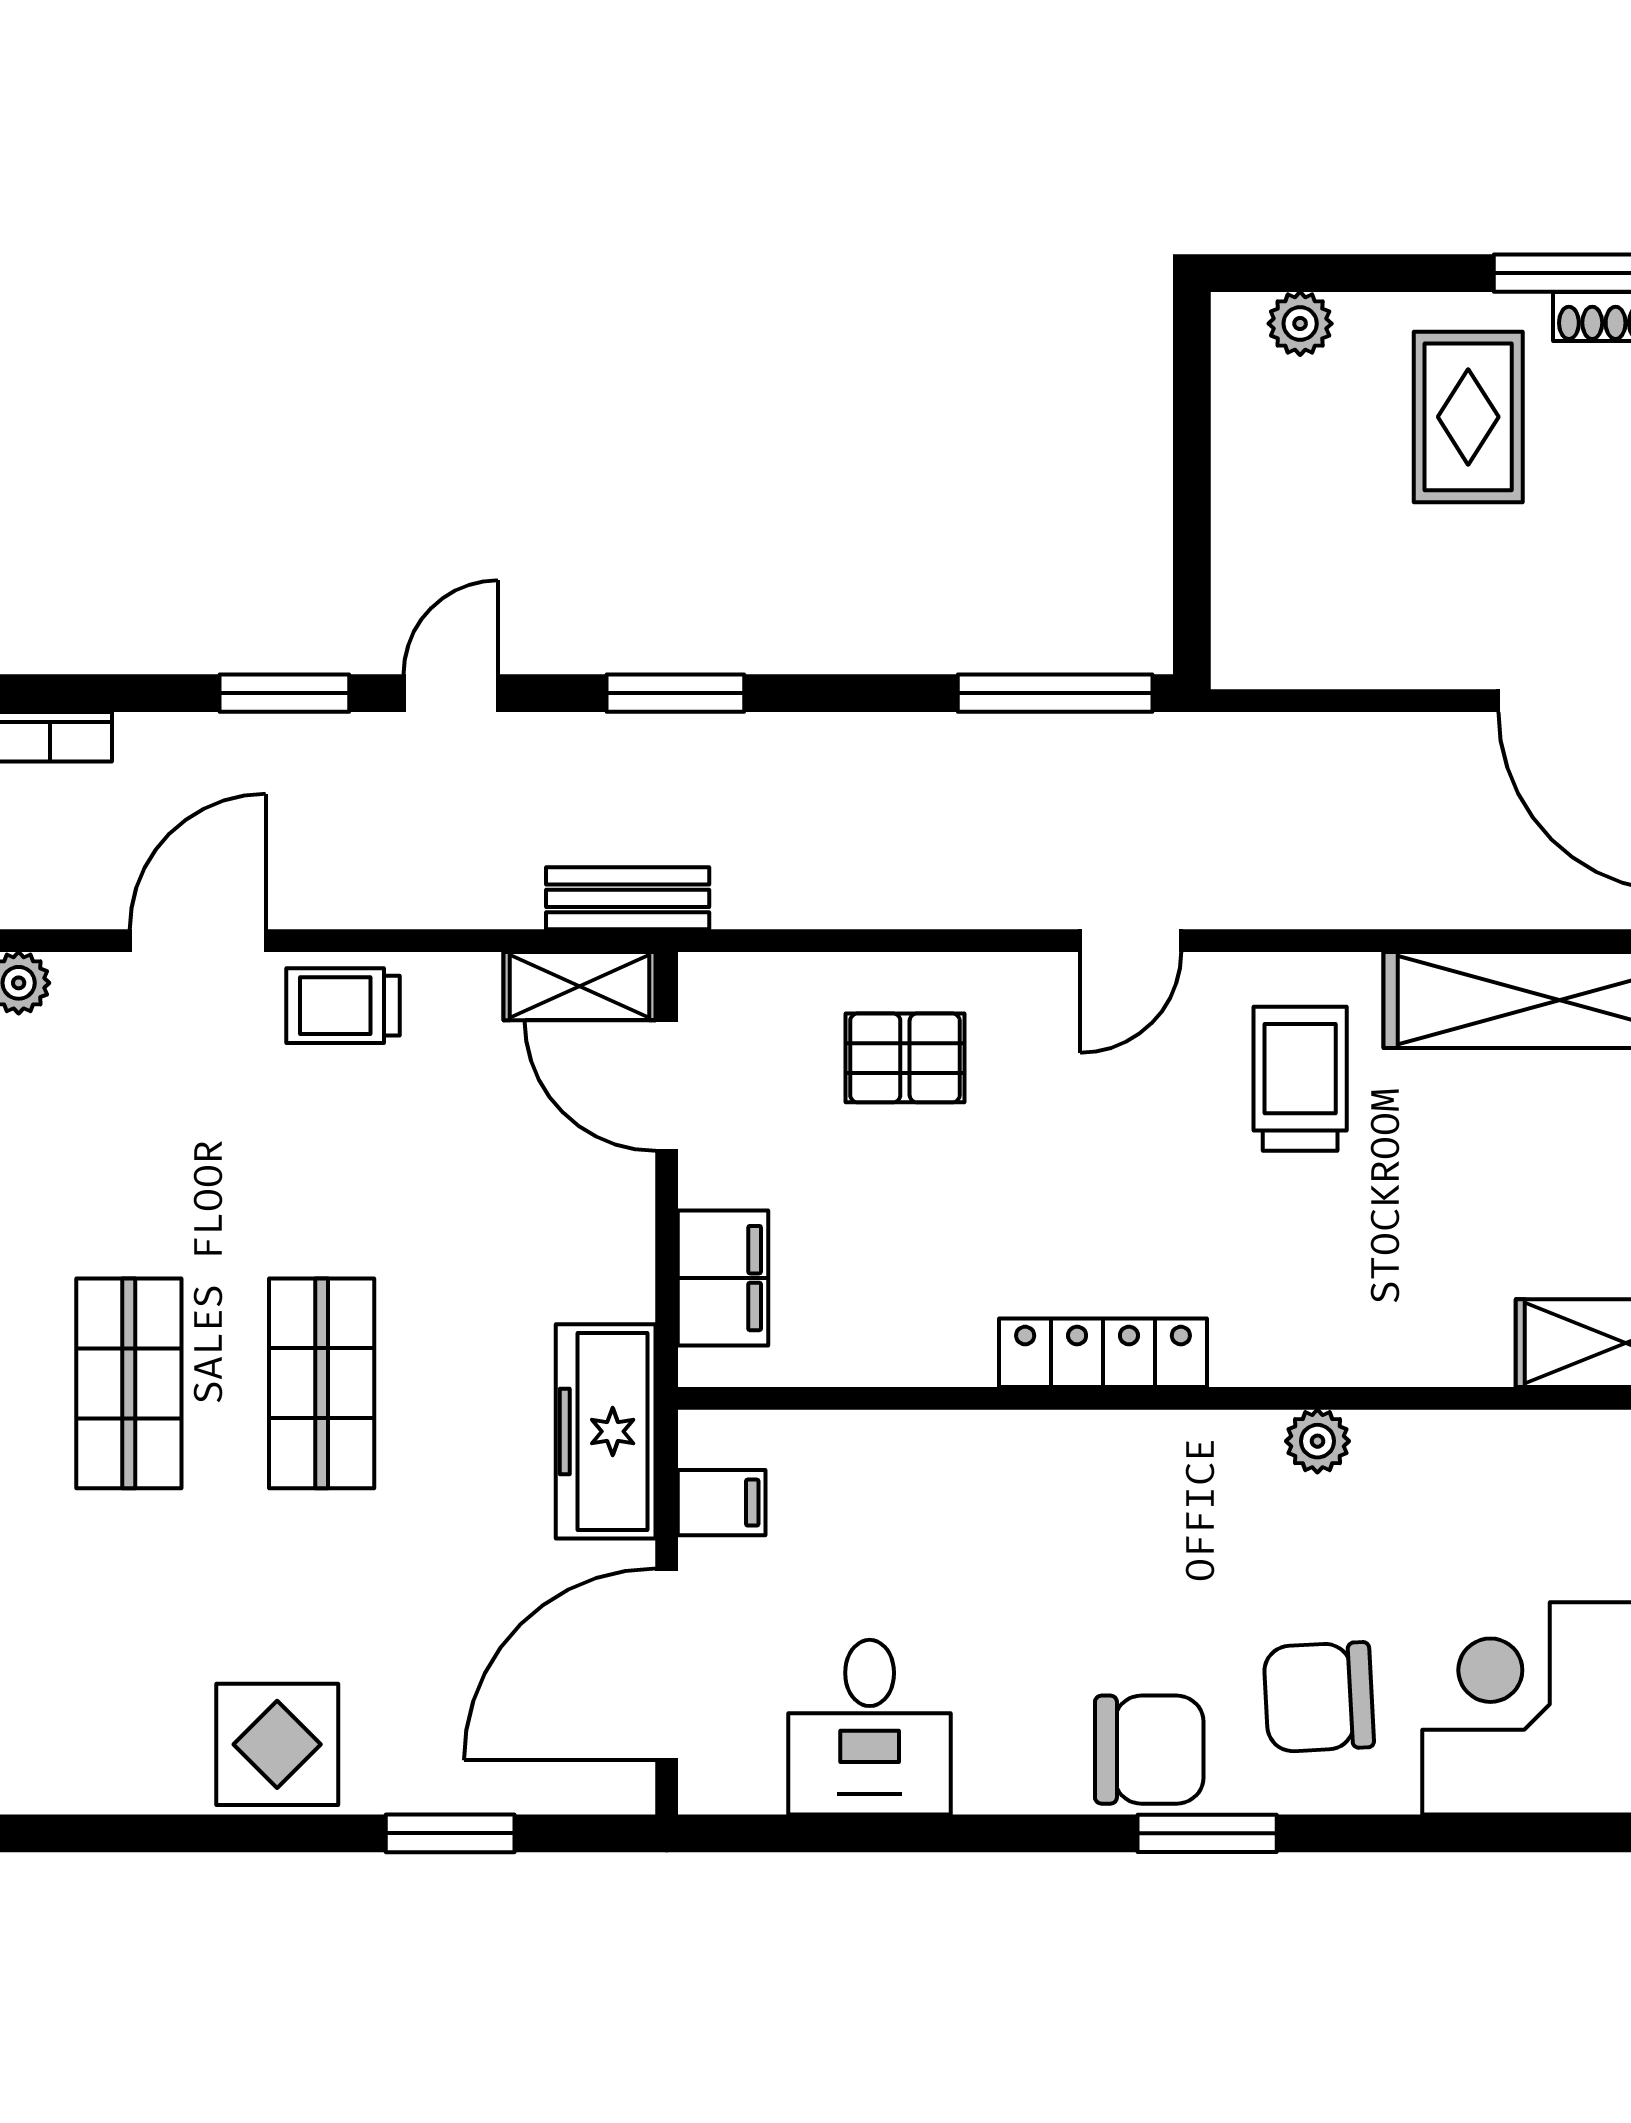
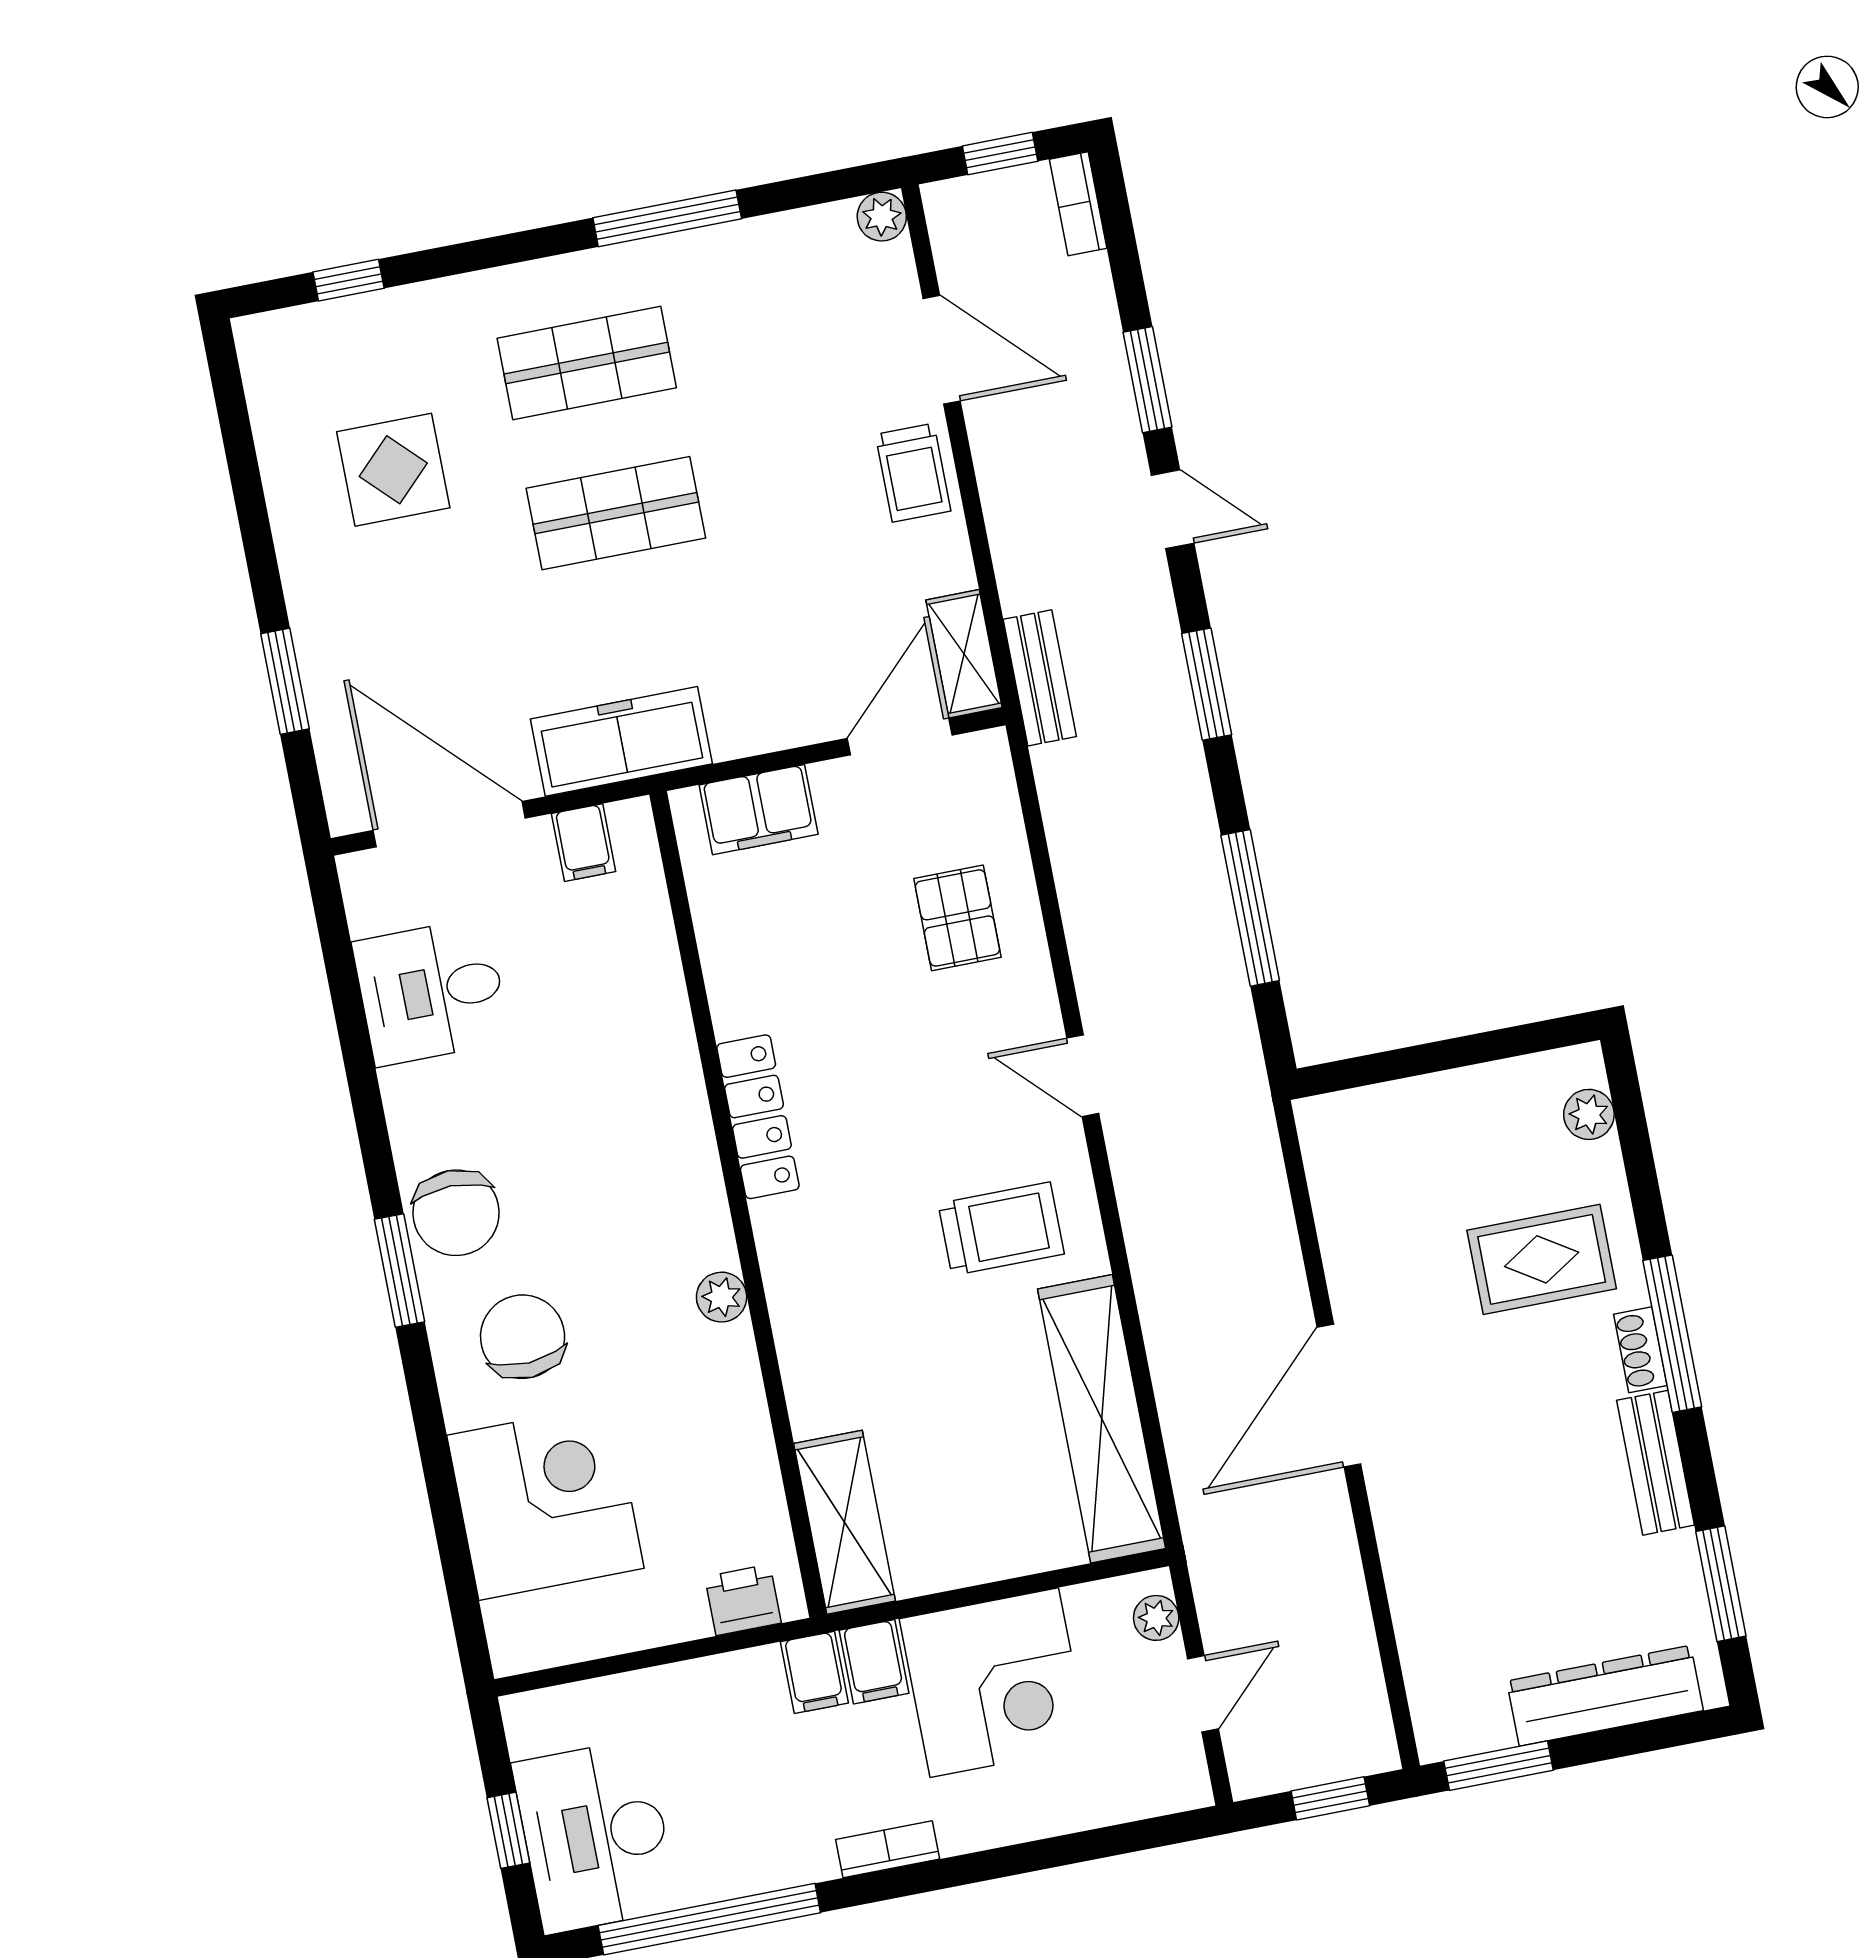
window: (1055, 693) -> (1250, 908), moved
trolley: (343, 1006) -> (913, 473), turned 180
display table: (277, 1744) -> (393, 470), moved

